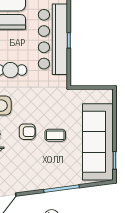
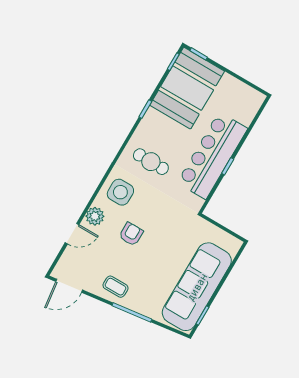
armchair: (27, 132) -> (131, 234), turned -90
coffee table: (55, 135) -> (115, 287), moved

